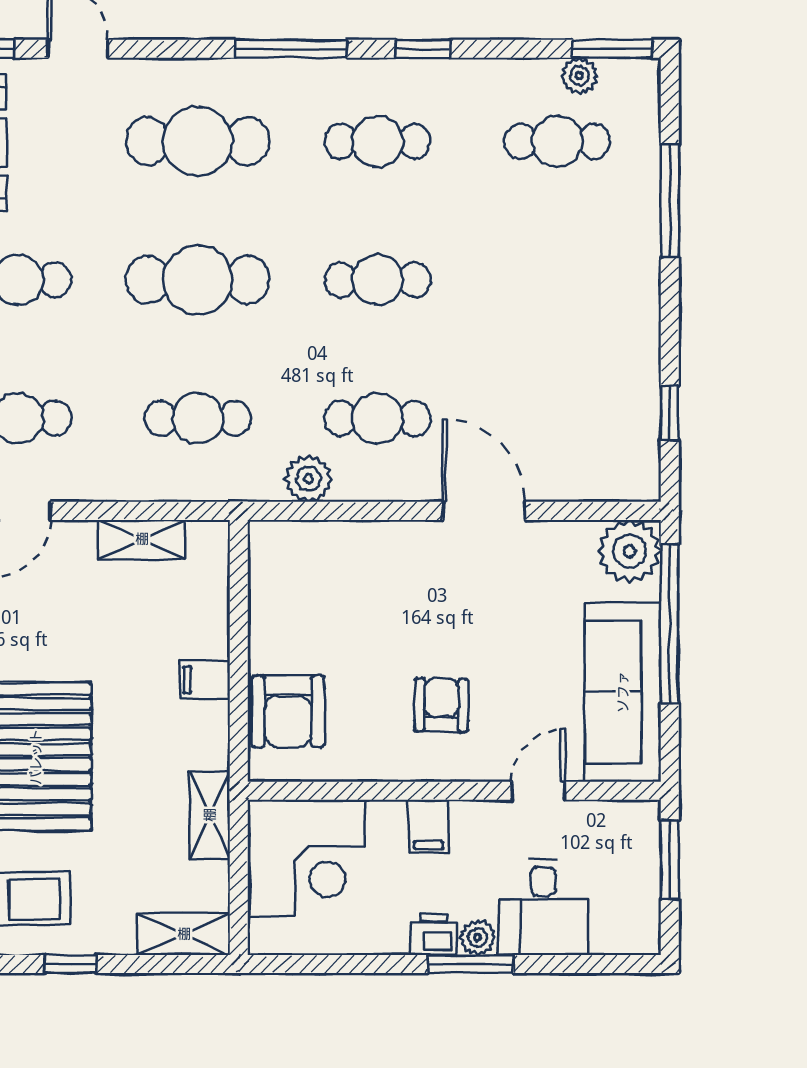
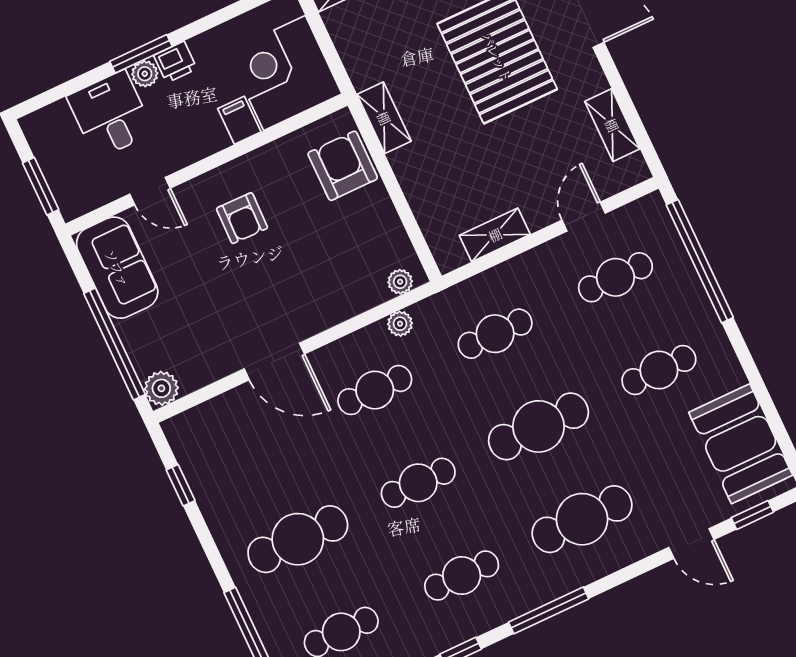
cafe table: (557, 280) -> (298, 539), added
plant: (308, 479) -> (400, 324), width x0.73, depth x0.73
plant: (284, 536) -> (400, 282), added
plant: (629, 551) -> (161, 388), width x0.73, depth x0.73
filing cabinet: (205, 680) -> (408, 161), removed
sofa: (623, 692) -> (117, 268), width x0.73
door: (539, 791) -> (150, 191), hinge flipped
shelving: (210, 815) -> (384, 118), moved
filing cabinet: (429, 826) -> (239, 120), moved

